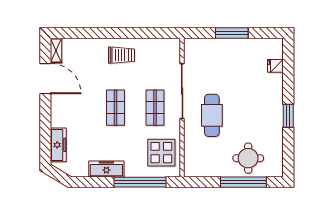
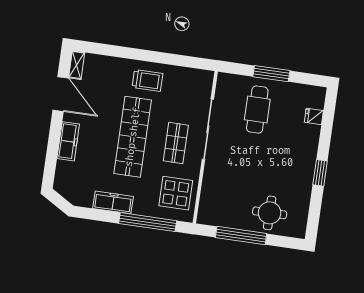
shop shelf: (115, 108) -> (133, 137), width x2.00, depth x1.36
cafe table: (212, 115) -> (257, 110), moved
freezer: (58, 145) -> (68, 141), moved
window: (243, 182) -> (241, 236), moved

